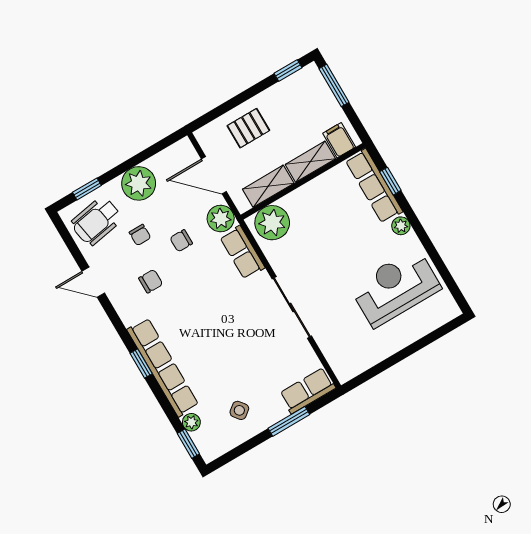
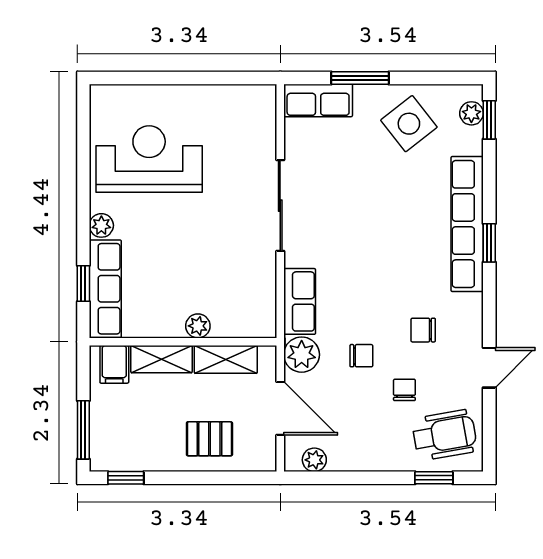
plant: (139, 183) -> (314, 460), moved, width x0.53, depth x0.53
plant: (272, 223) -> (198, 326), moved, width x0.53, depth x0.53
door: (93, 282) -> (489, 368), hinge flipped
reception desk: (395, 287) -> (149, 159), turned 180
side table: (239, 410) -> (409, 124), width x1.87, depth x1.87
plant: (191, 422) -> (471, 113), moved

